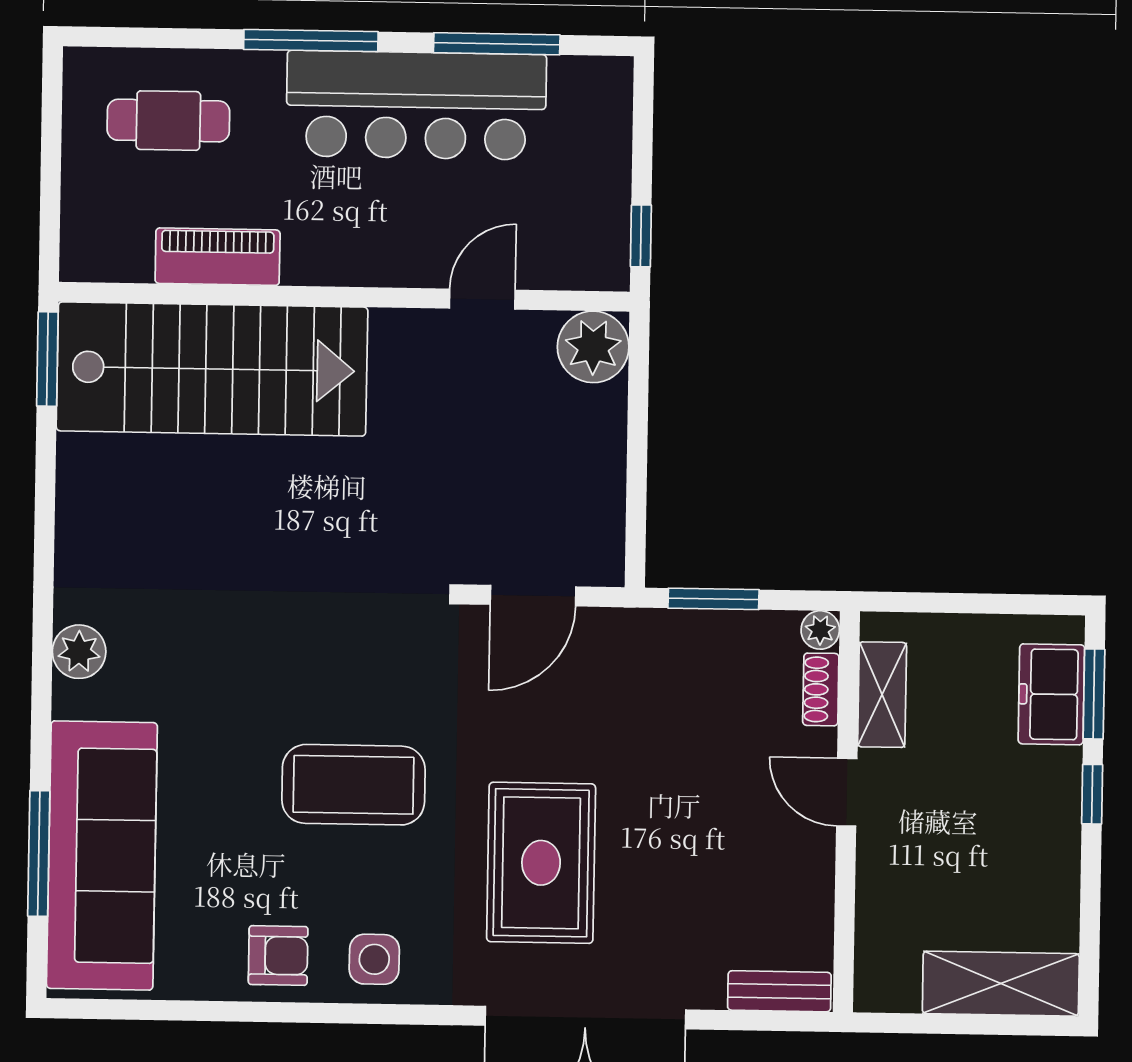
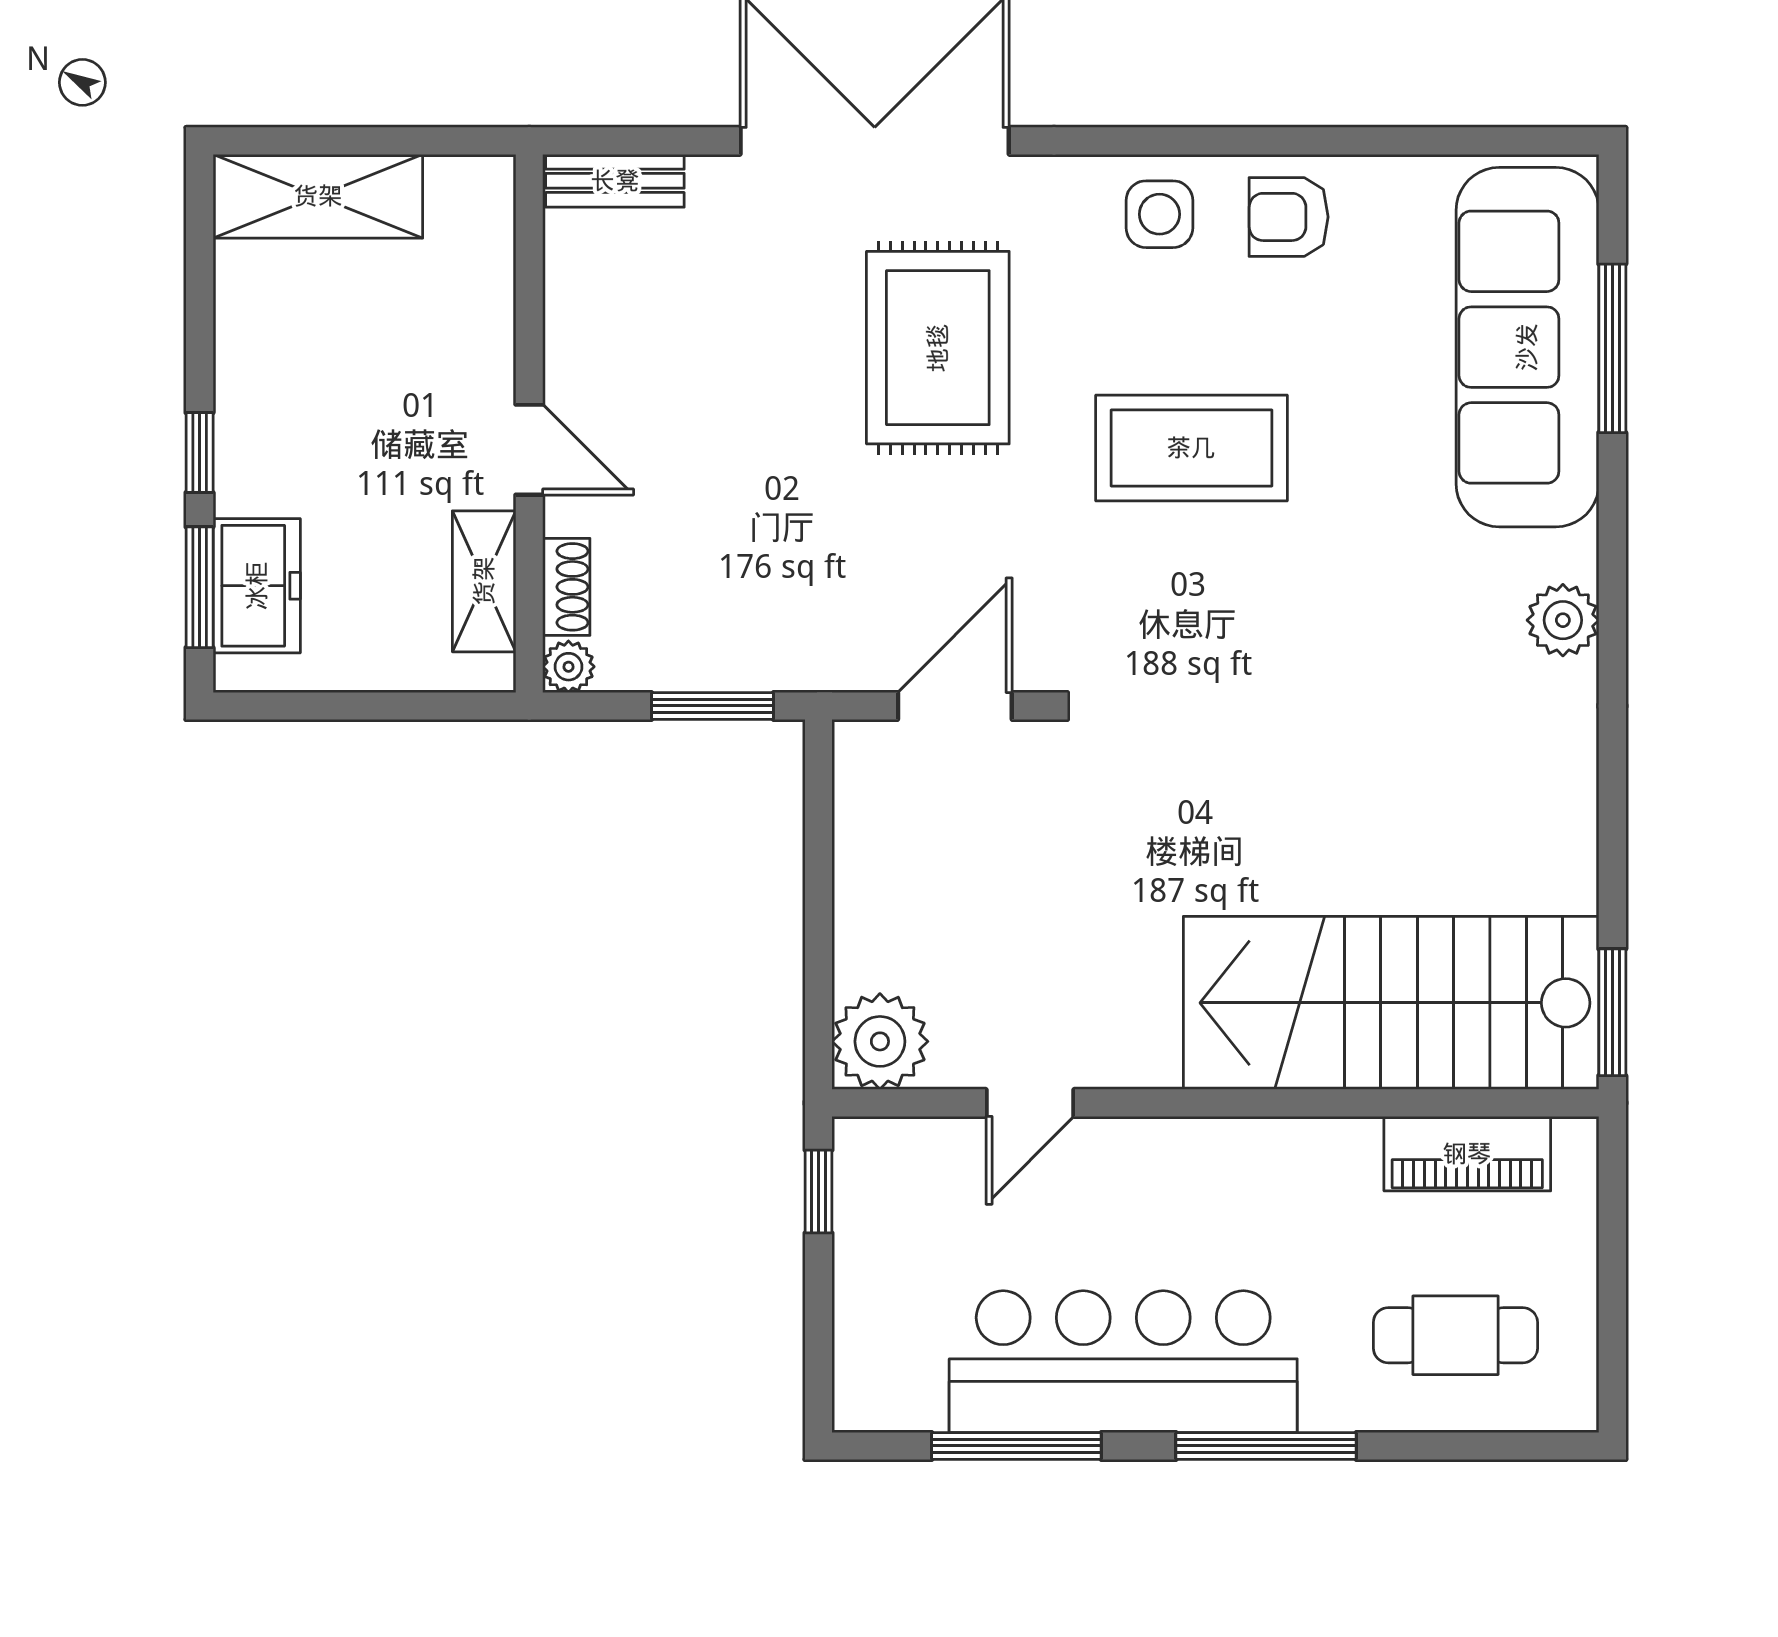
piano: (218, 257) -> (1467, 1154), moved

